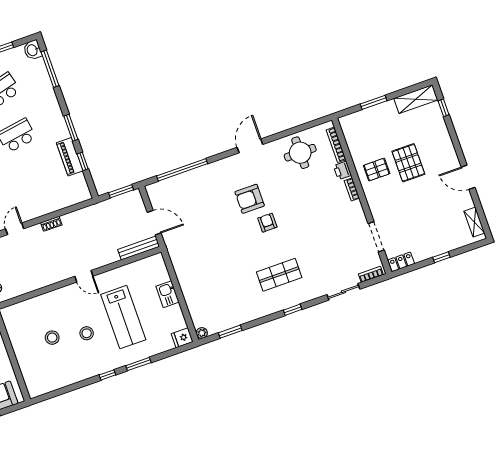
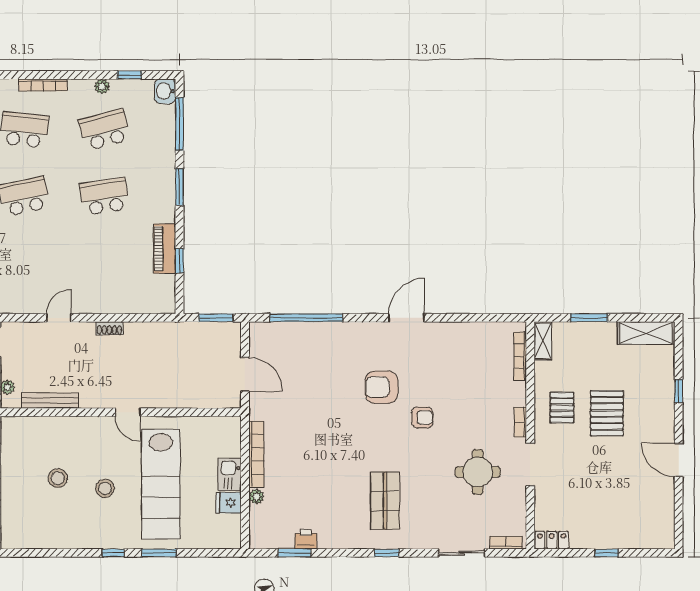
window: (444, 108) -> (679, 391), moved
window: (71, 128) -> (179, 187), moved
round table: (300, 153) -> (478, 472), moved
printer: (342, 170) -> (306, 539), moved, turned 90
pallet: (377, 170) -> (562, 408), turned 90
shelving: (474, 222) -> (543, 341), moved
armchair: (267, 223) -> (422, 418), moved, turned 90
doorway: (376, 237) -> (530, 464), moved
bench: (139, 248) -> (50, 400), moved
bookcase: (181, 274) -> (256, 454), added
shop shelf: (279, 275) -> (385, 501), turned 90
lab bench: (123, 317) -> (161, 484), width x1.36
plant: (202, 333) -> (256, 497), moved
fridge: (182, 338) -> (229, 503), moved

